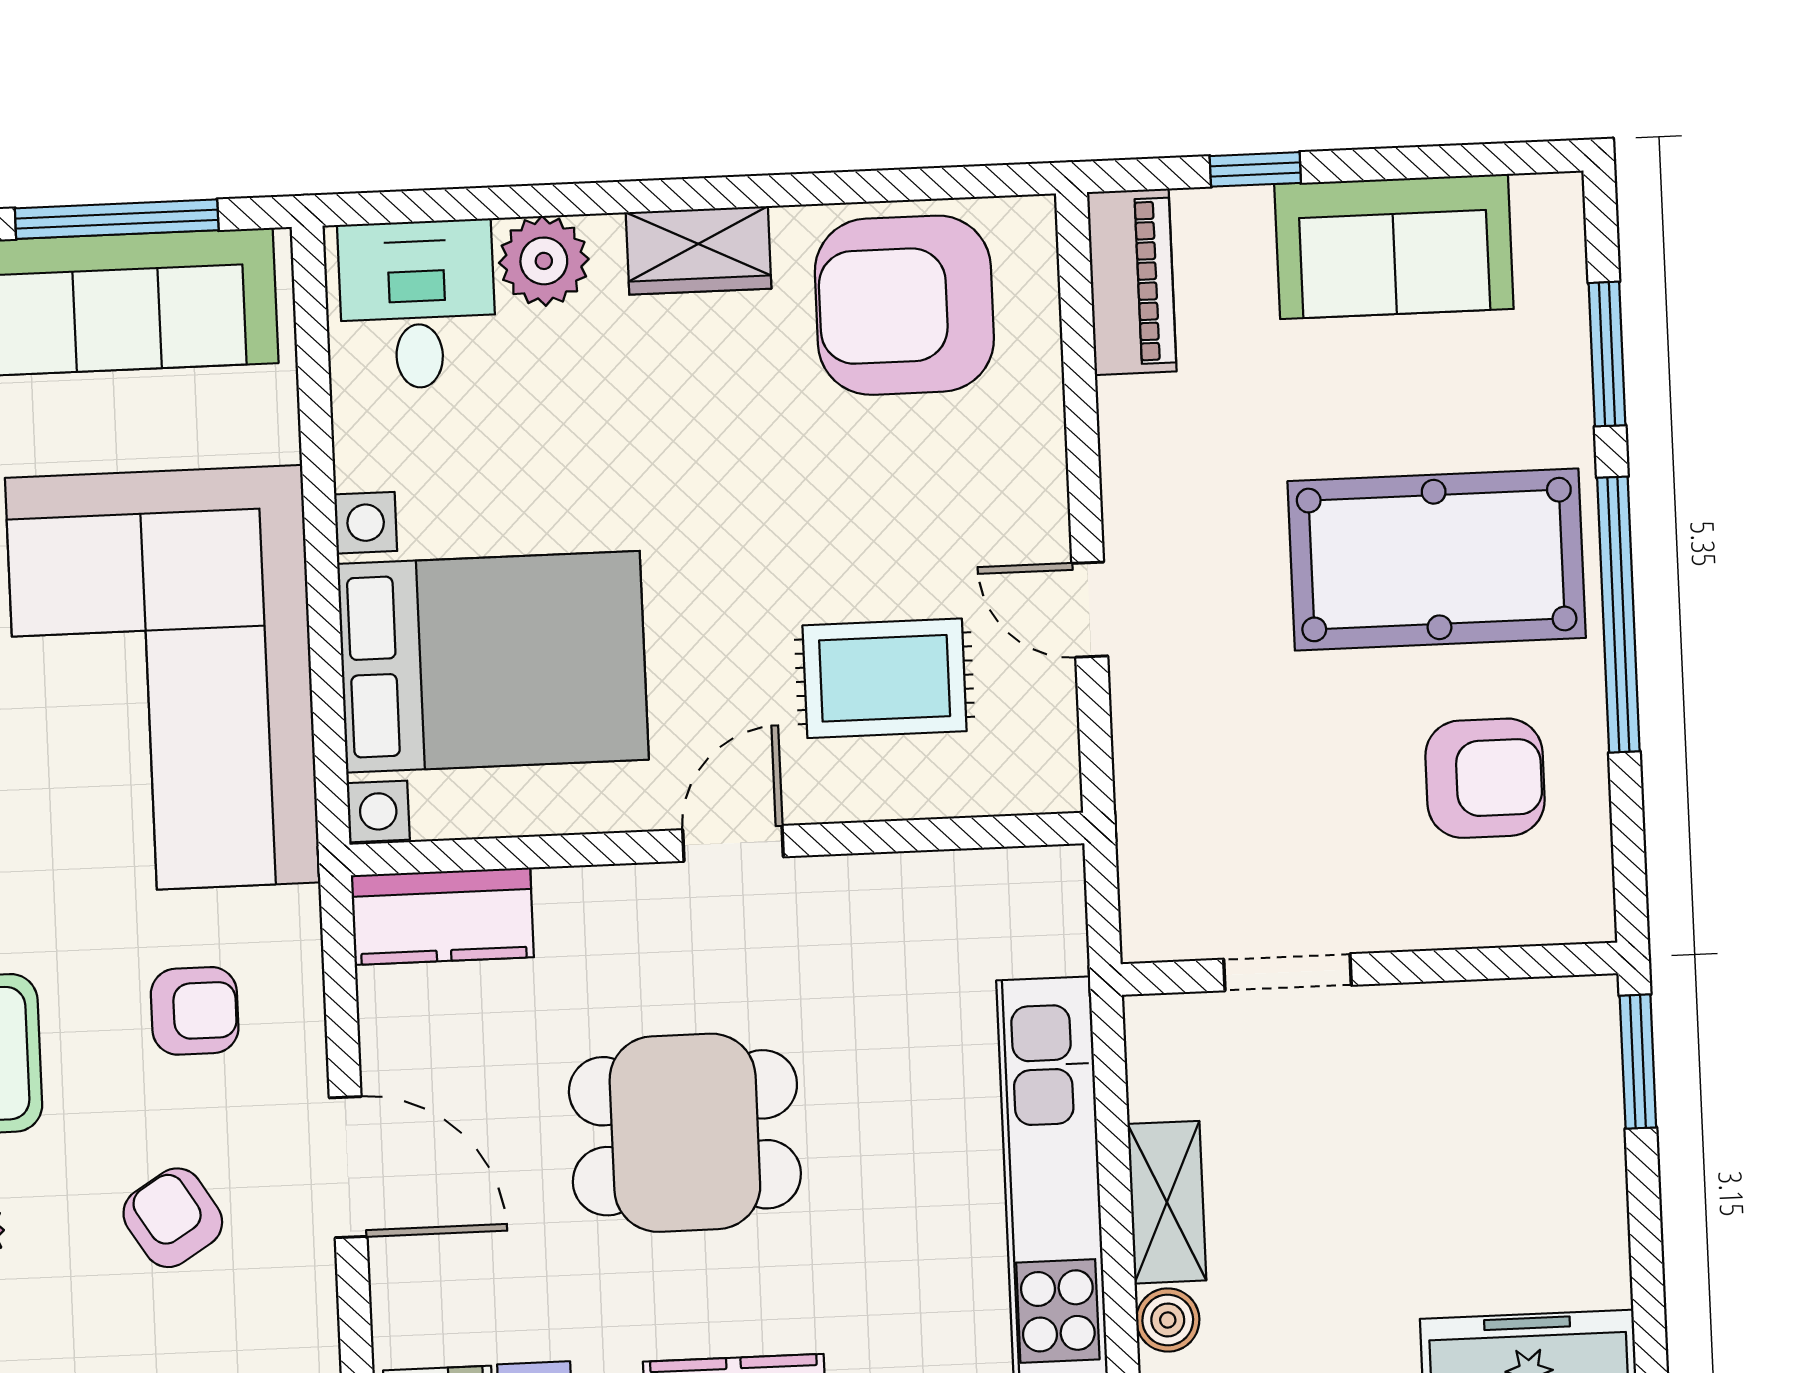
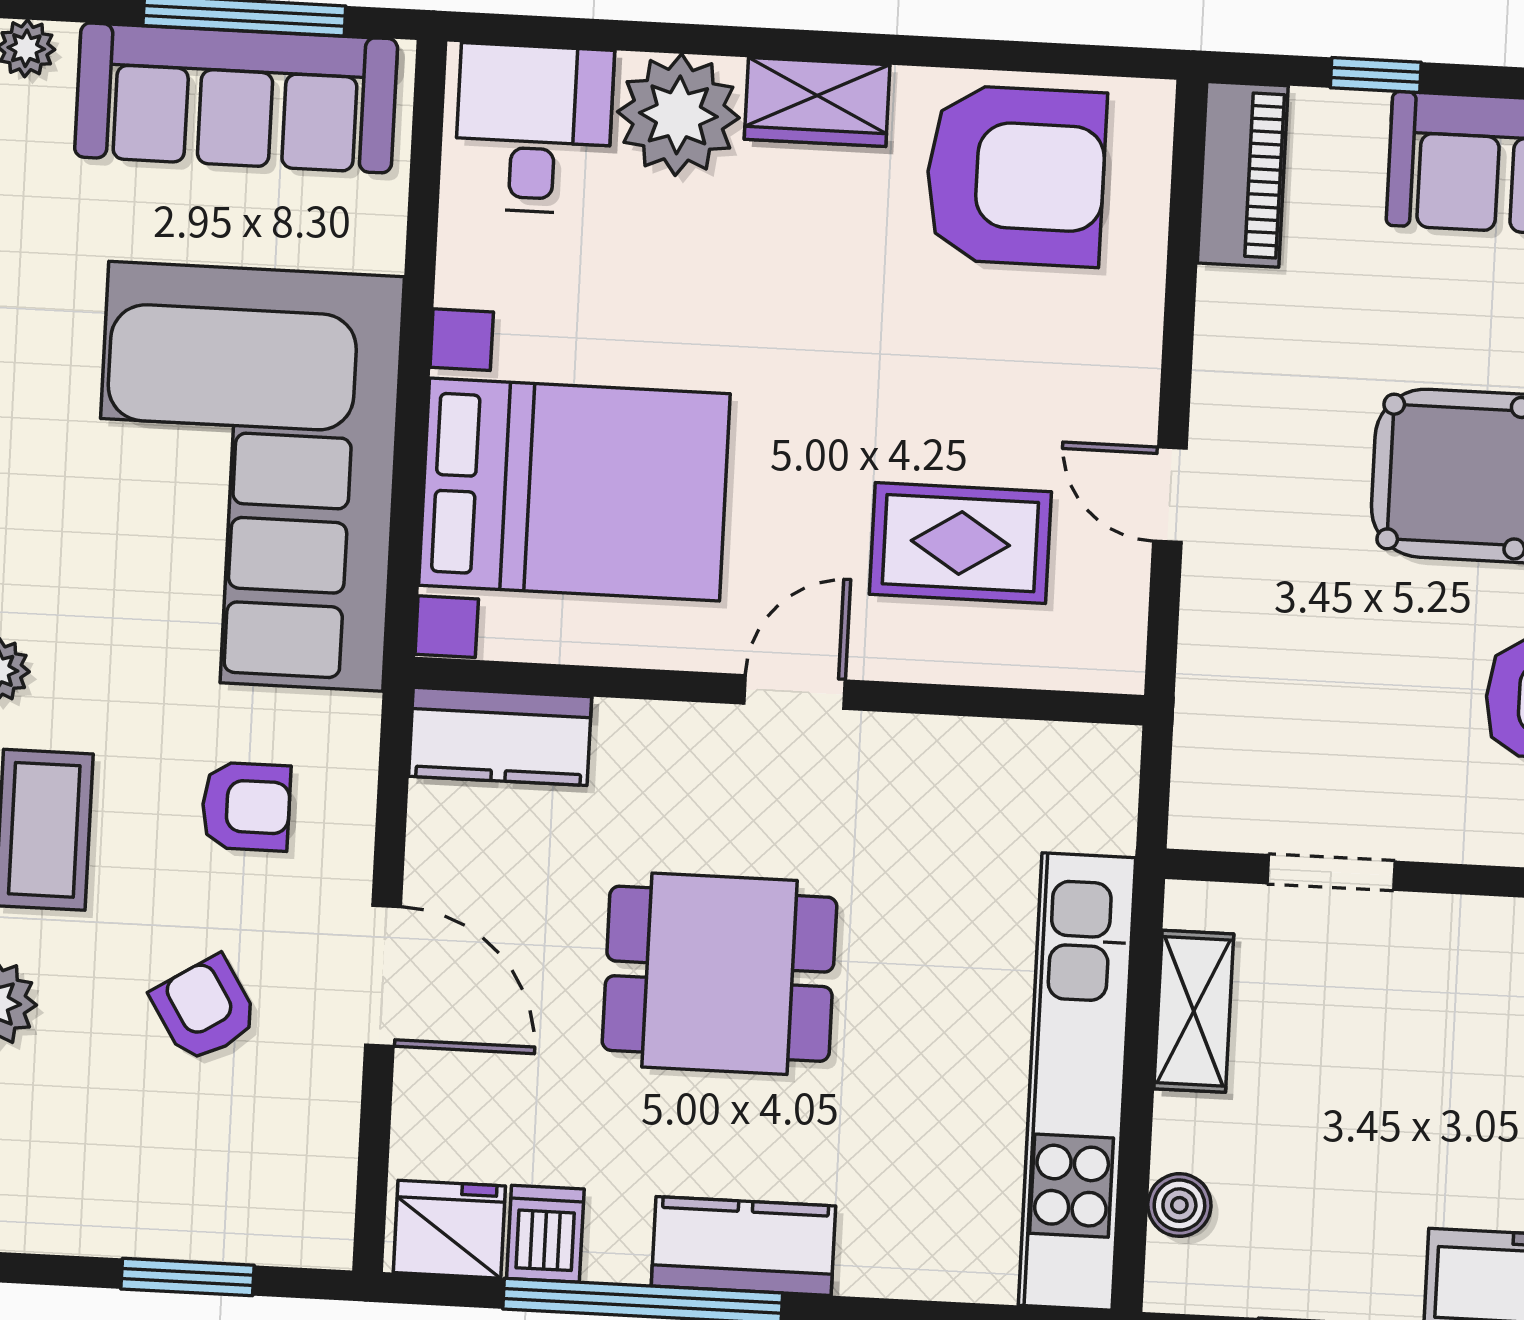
plant: (544, 261) -> (678, 115), width x1.36, depth x1.36
armchair: (904, 305) -> (1016, 176), turned 180
shelving: (1167, 1202) -> (1194, 1011), moved

